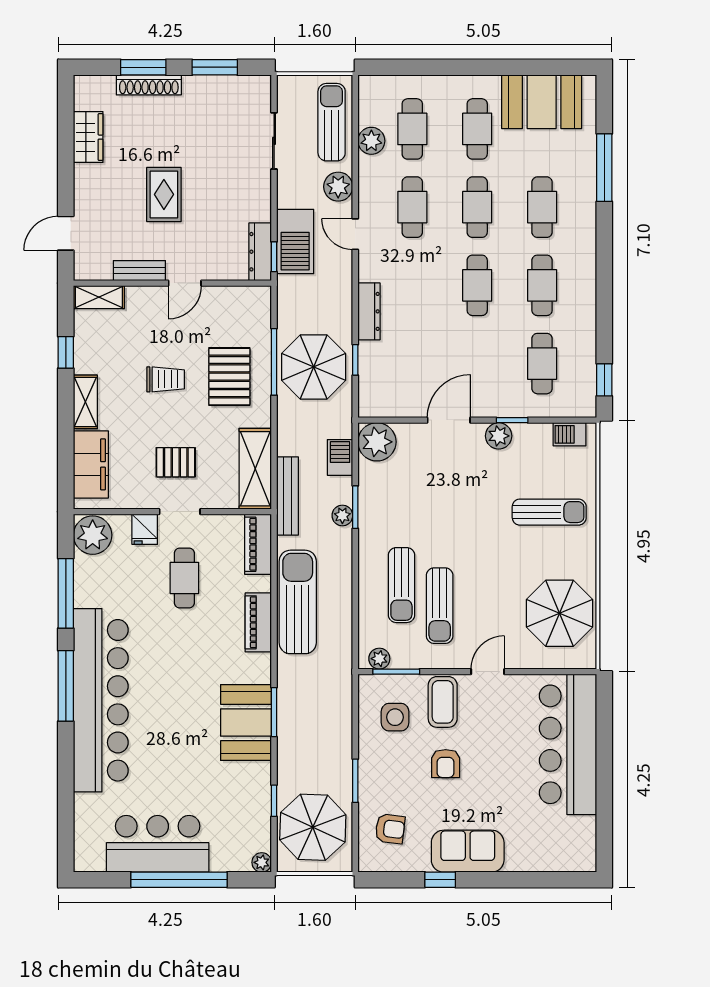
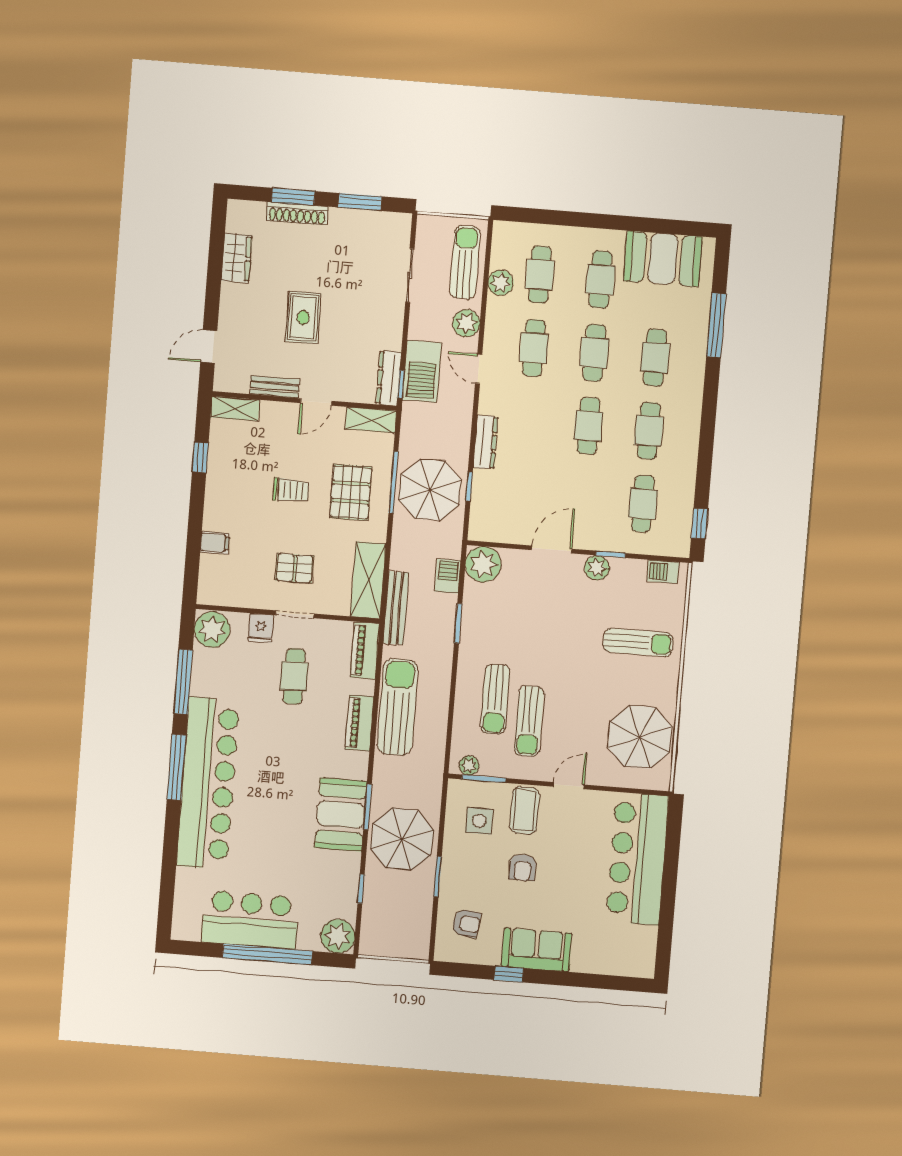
shelving: (85, 402) -> (371, 420), moved, turned 90
filing cabinet: (91, 464) -> (215, 543), width x0.33, depth x0.86
plant: (342, 516) -> (446, 630), removed
parasol: (313, 827) -> (402, 839), moved
plant: (262, 862) -> (338, 936), width x1.88, depth x1.88

